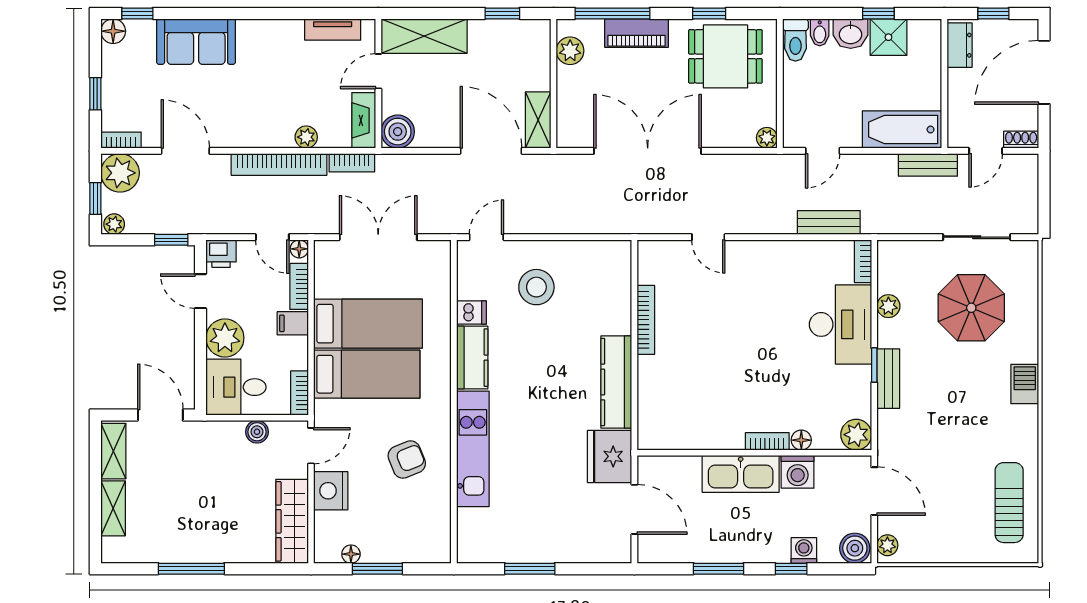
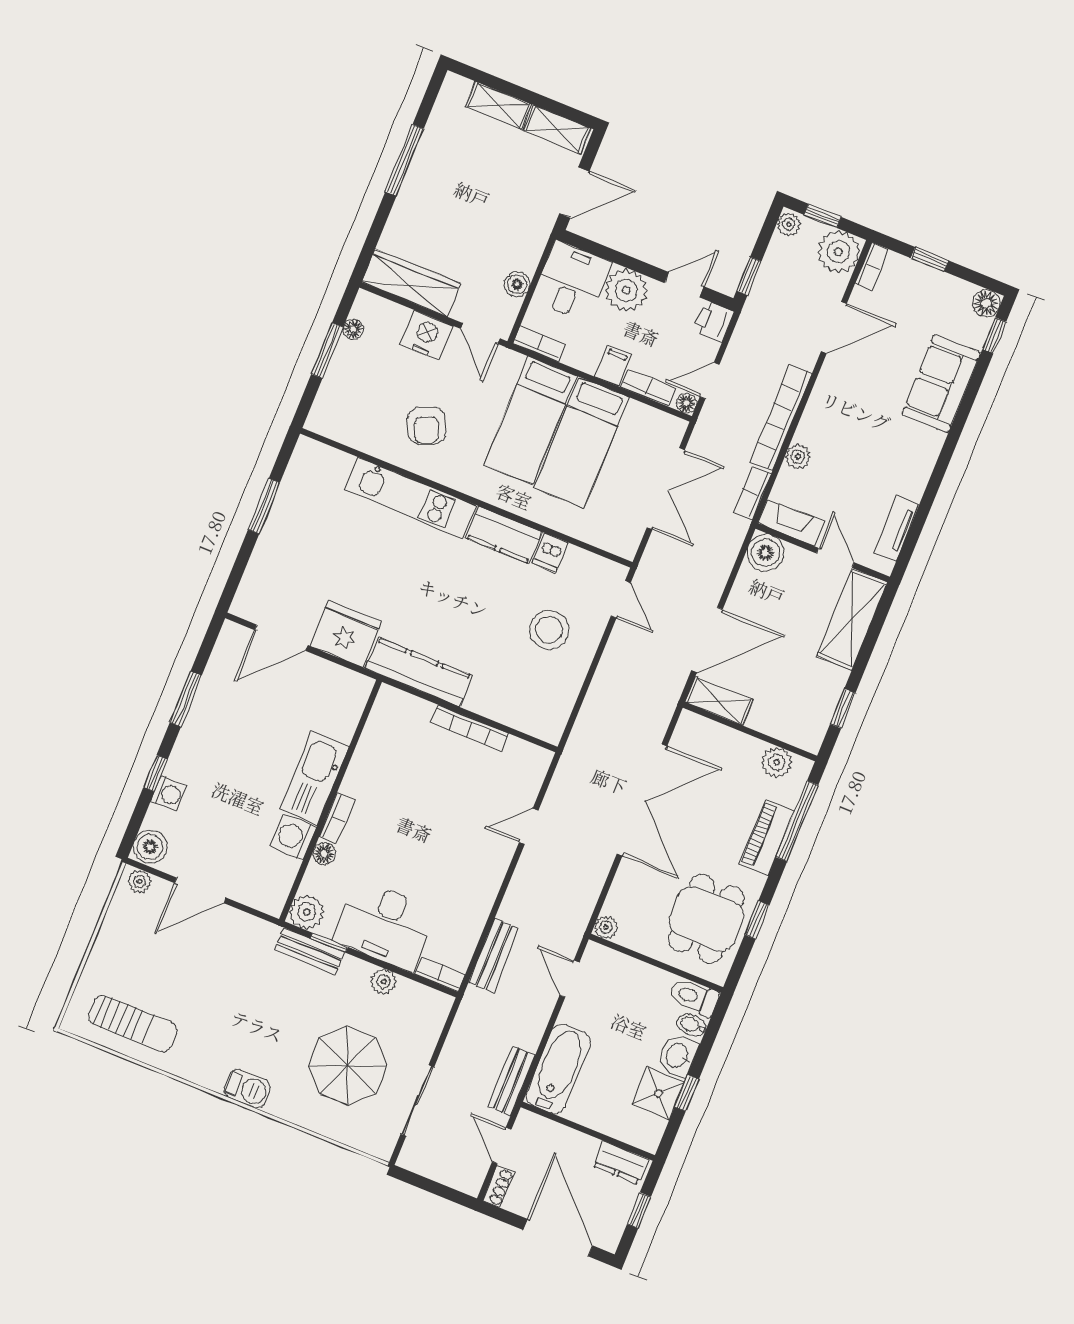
plant: (856, 435) -> (307, 912), moved
floor lamp: (801, 440) -> (324, 854), moved
bookcase: (767, 441) -> (337, 818), moved
wall: (754, 453) -> (331, 801), moved
washing machine: (798, 472) -> (293, 837), moved
kitchen sink: (741, 474) -> (315, 778), moved

